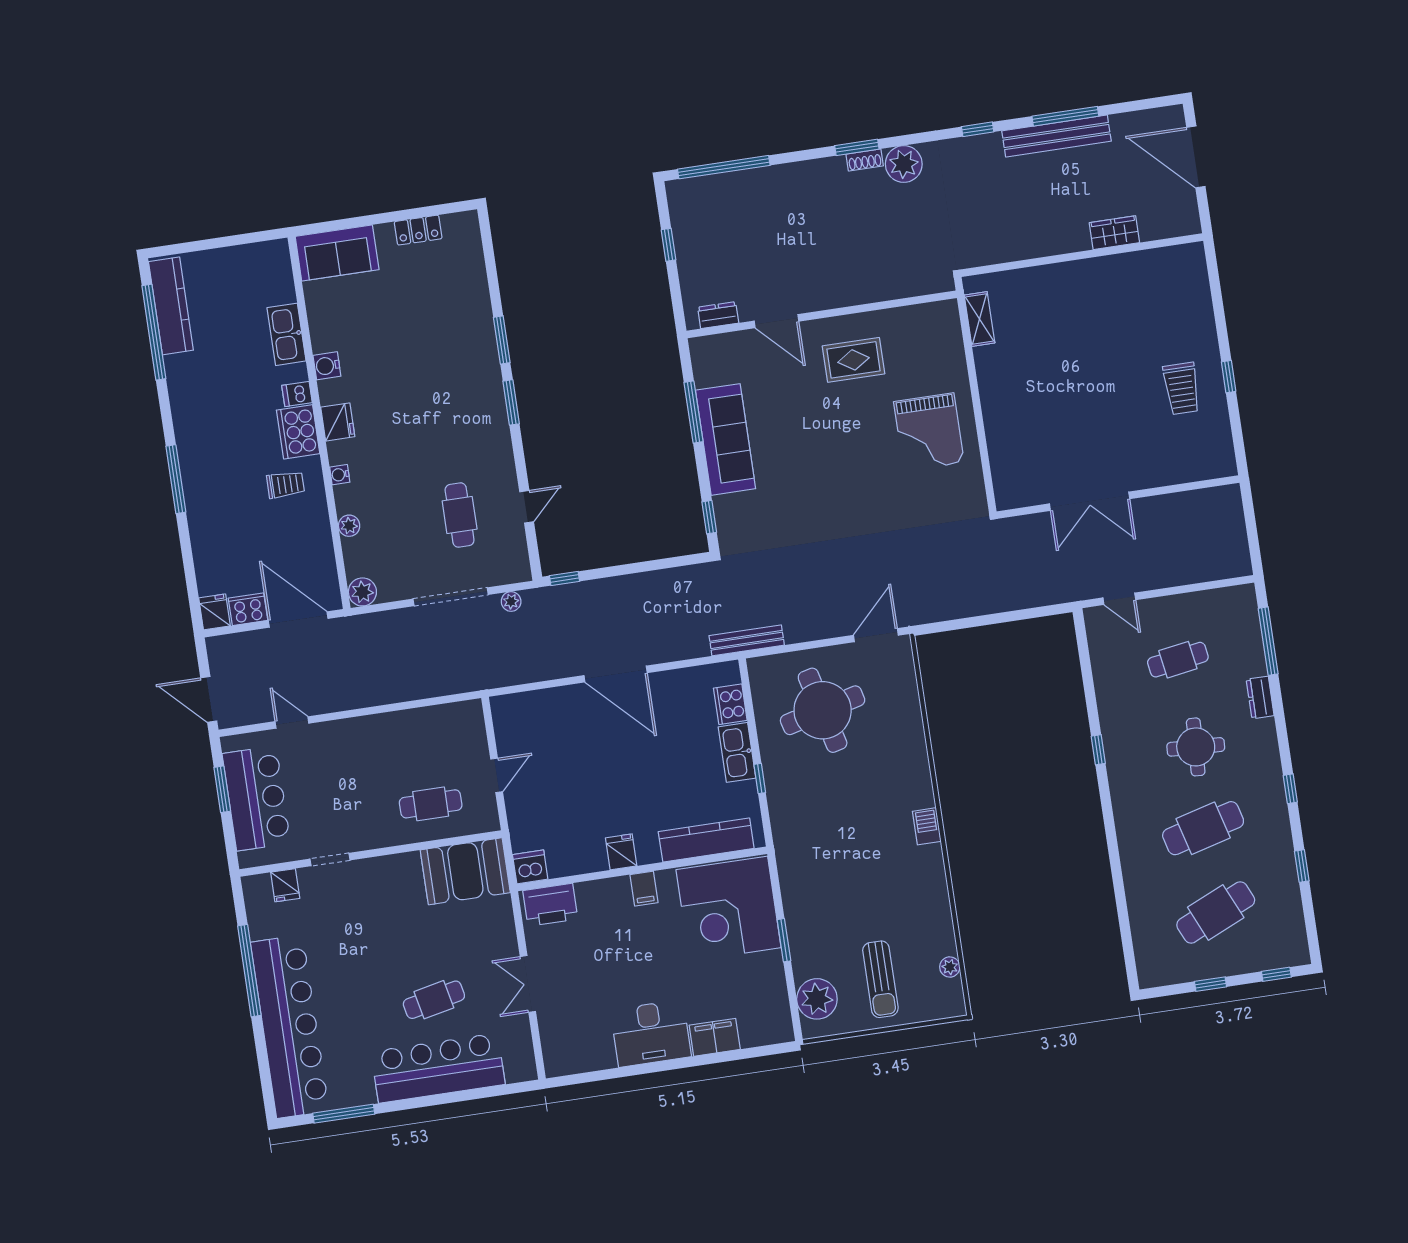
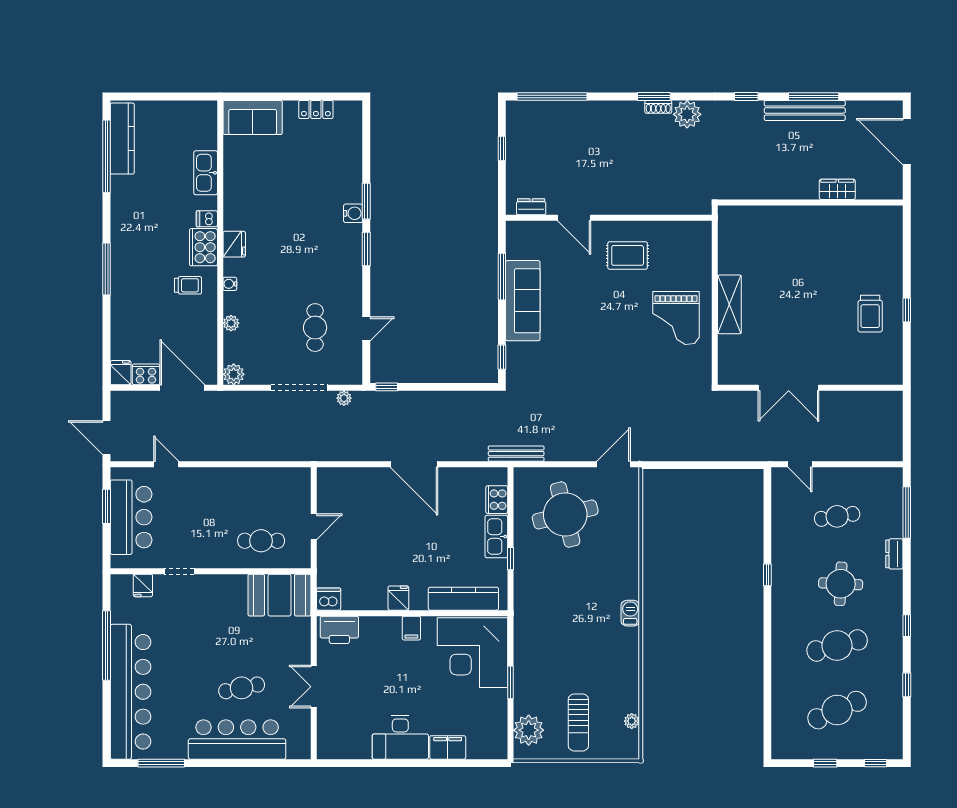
shelving: (979, 319) -> (729, 304), moved, width x1.50, depth x1.33
water cooler: (327, 366) -> (353, 213), moved, turned 180

